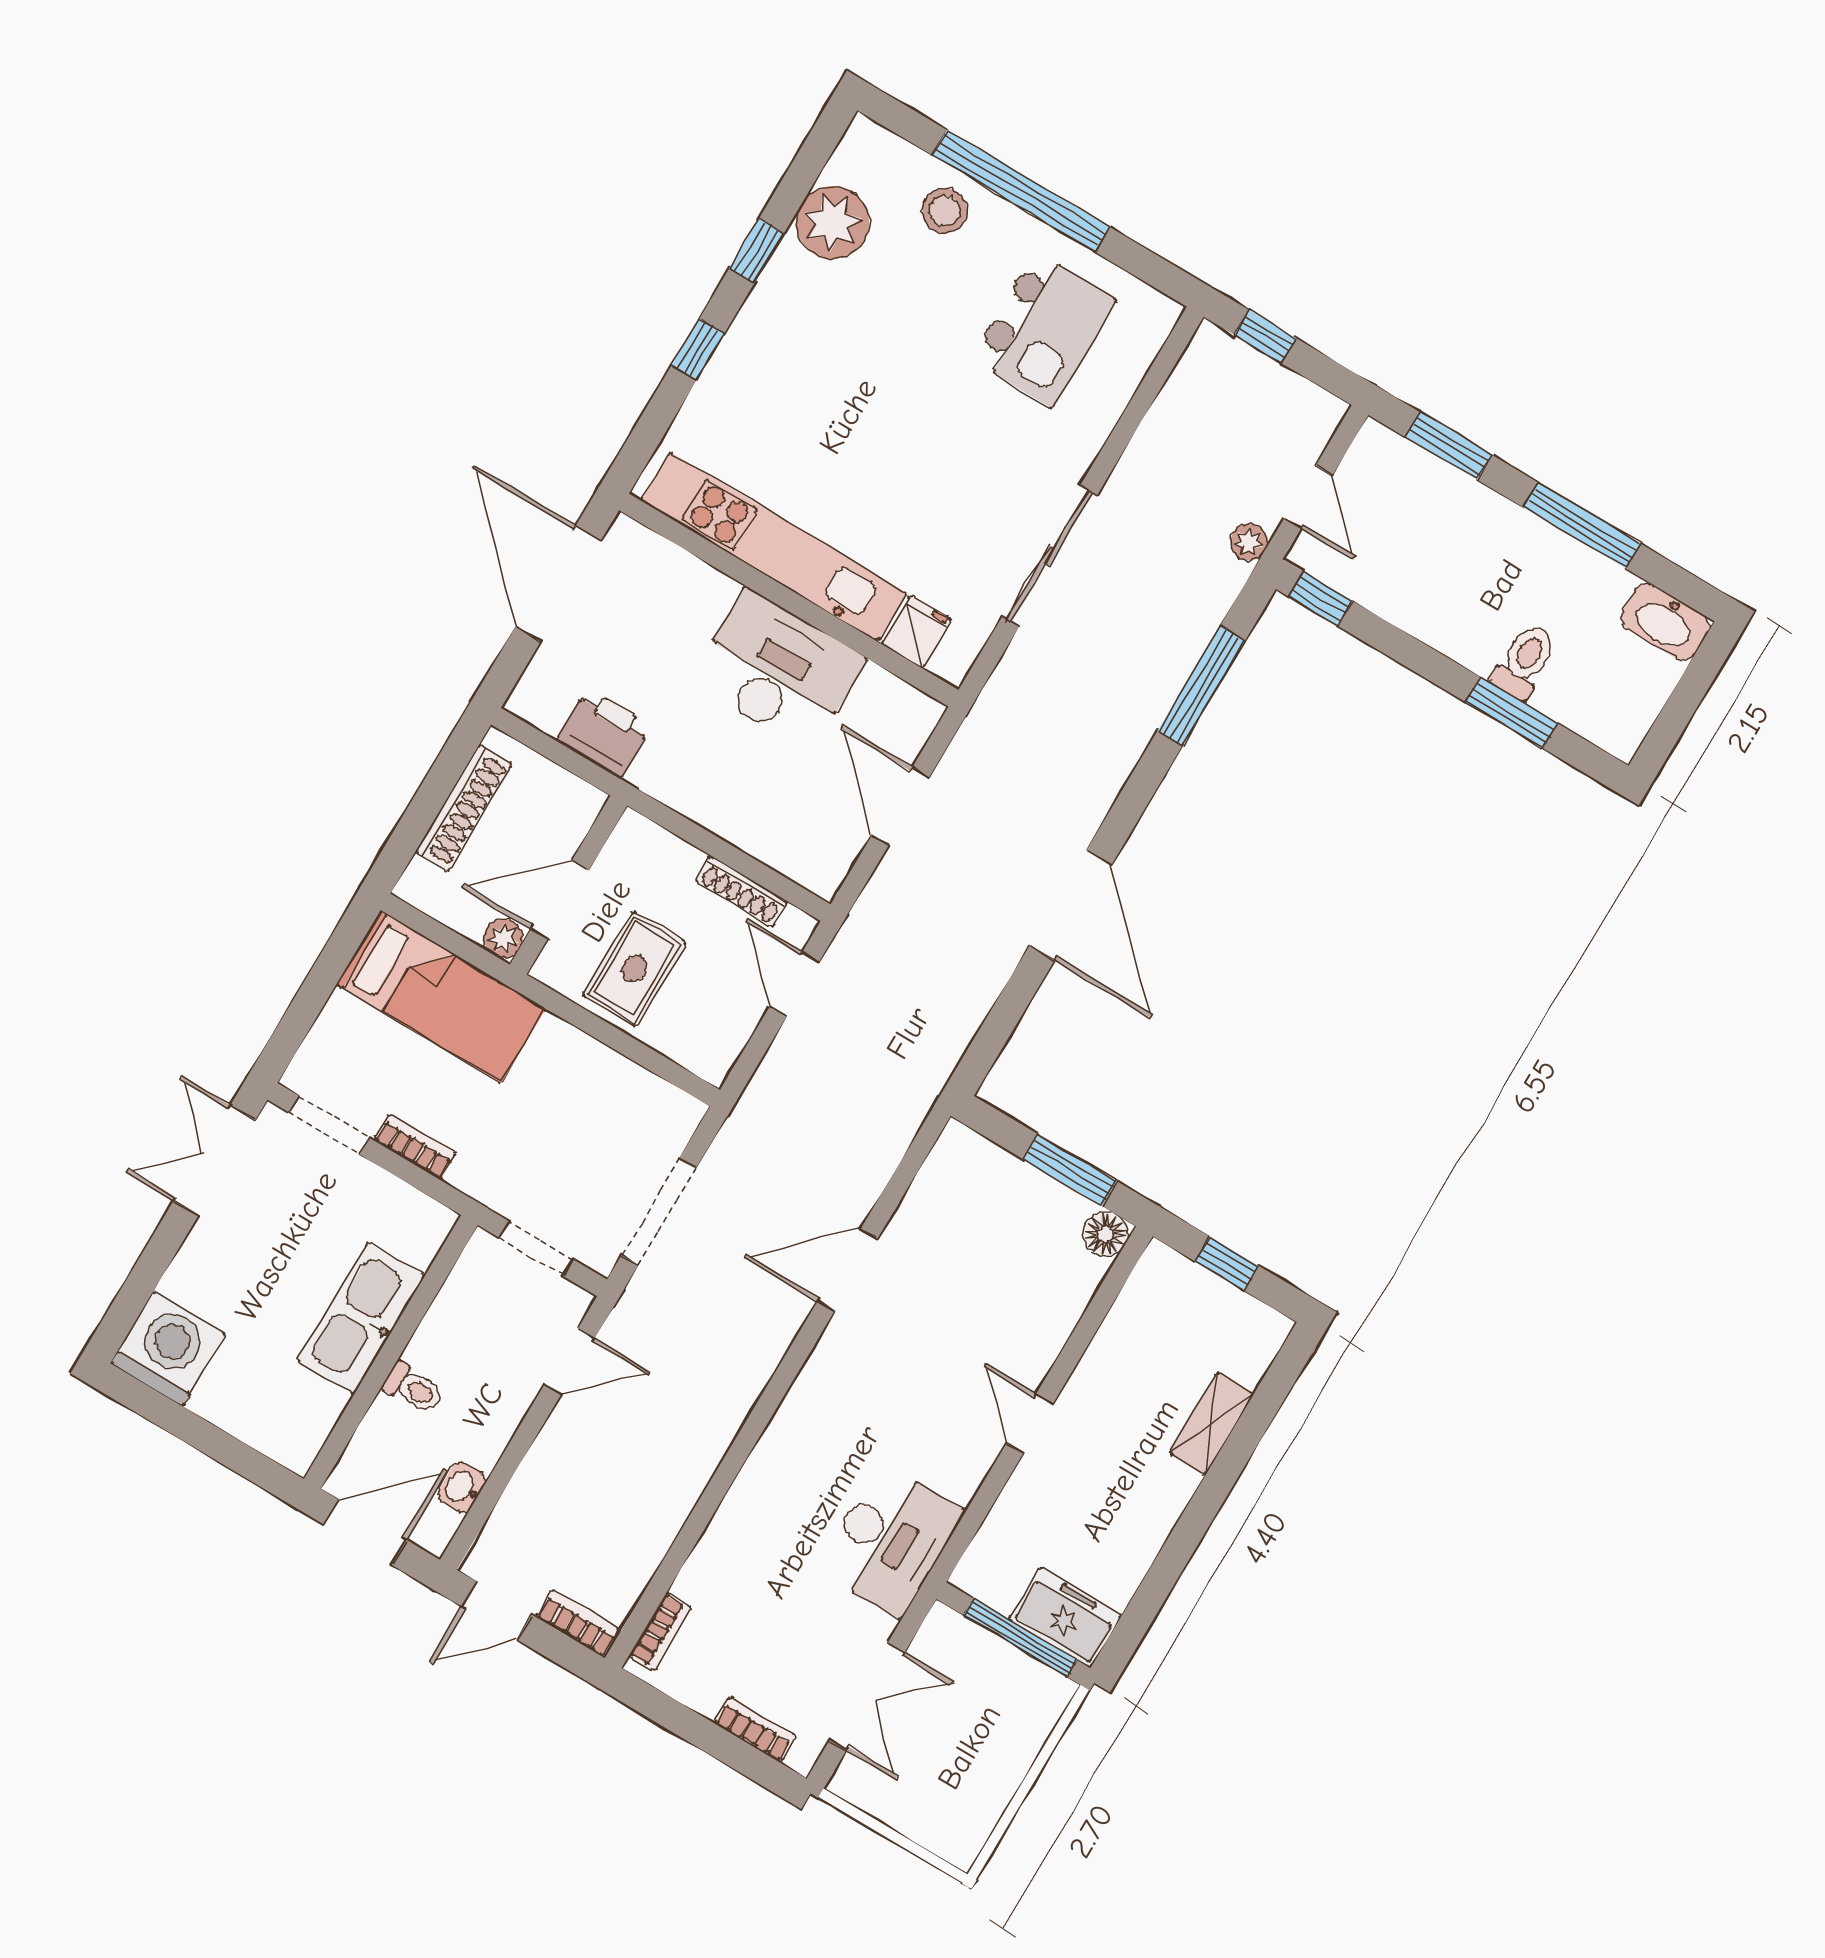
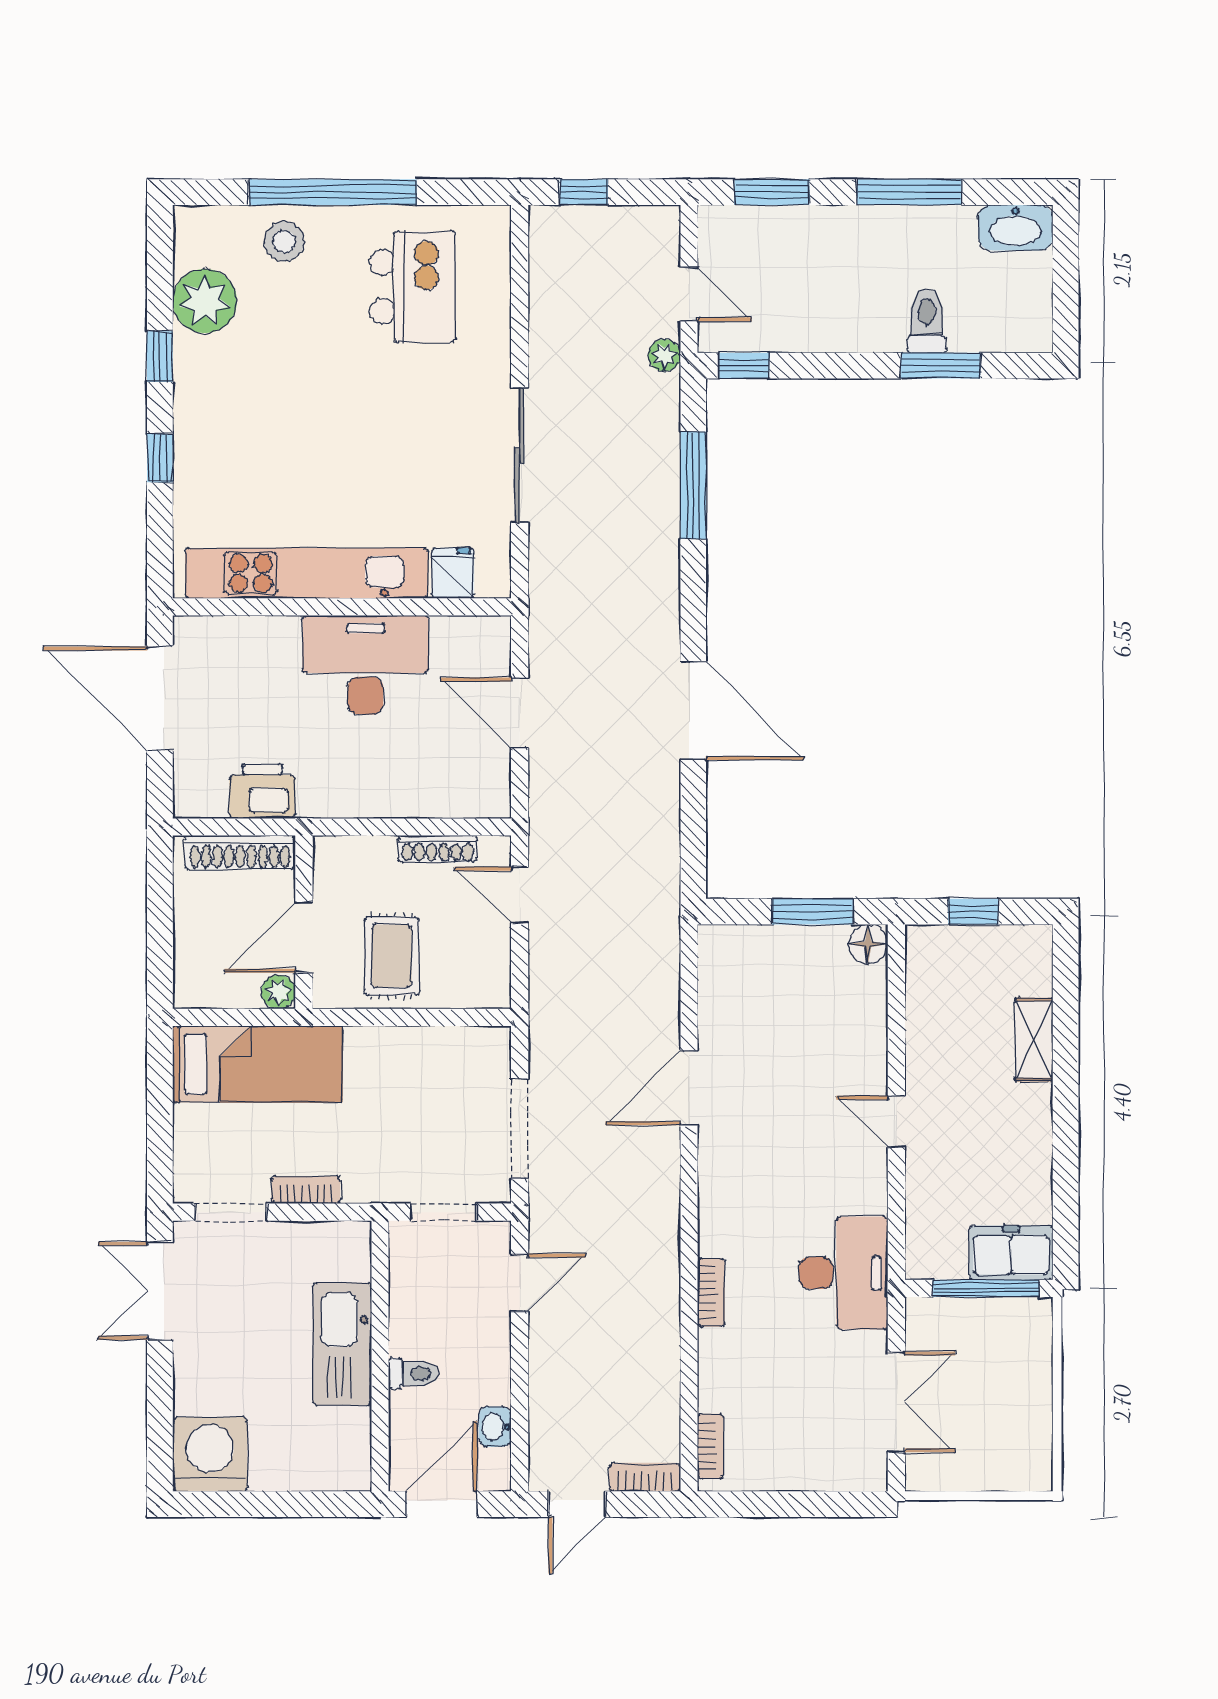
shoe rack: (464, 808) -> (240, 853), moved, turned 90
bookcase: (755, 1729) -> (711, 1292), moved, turned 90

